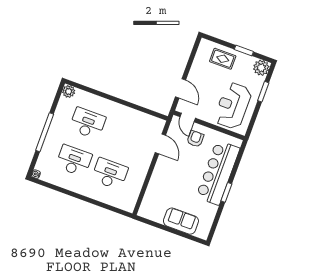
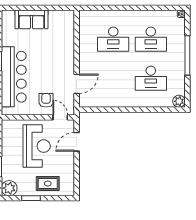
door: (181, 88) -> (77, 142), hinge flipped
reception desk: (233, 106) -> (37, 146), moved
armchair: (195, 139) -> (46, 100), turned 180
door: (160, 144) -> (77, 84), swing flipped

